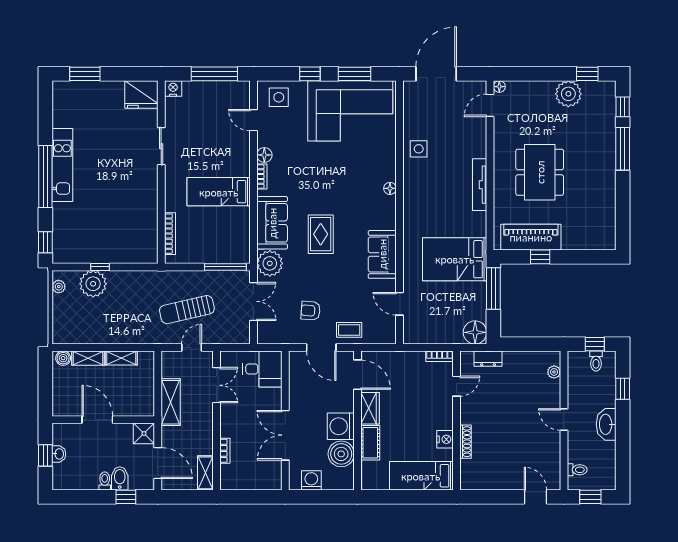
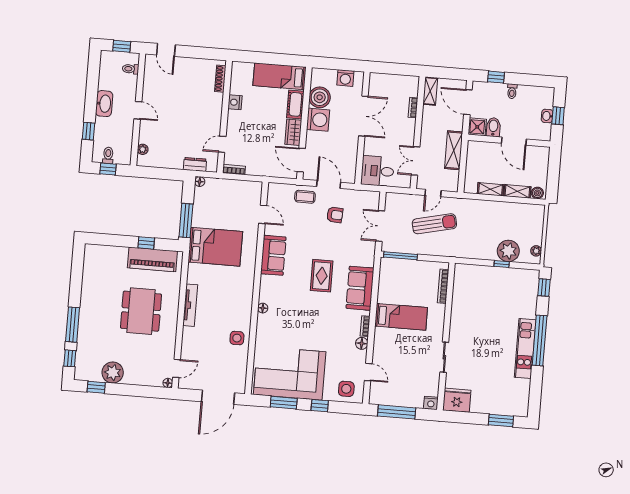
plant: (270, 263) -> (365, 256), removed
floor lamp: (475, 332) -> (200, 182), width x0.53, depth x0.53
shoe rack: (466, 442) -> (220, 79), moved
bed: (421, 476) -> (280, 76), moved, turned 180
bidet: (120, 478) -> (493, 127), moved, turned 180

